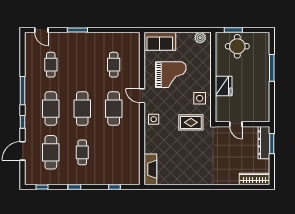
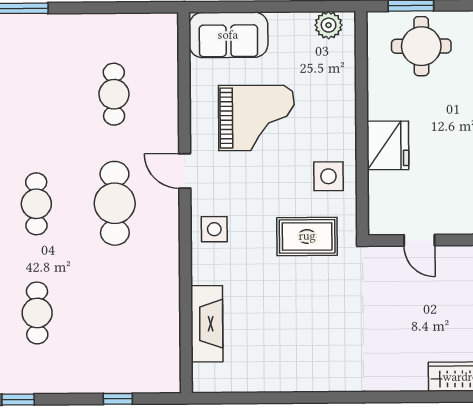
cafe table: (82, 109) -> (36, 204), width x0.73, depth x0.74
fireplace: (150, 169) -> (207, 324), moved

